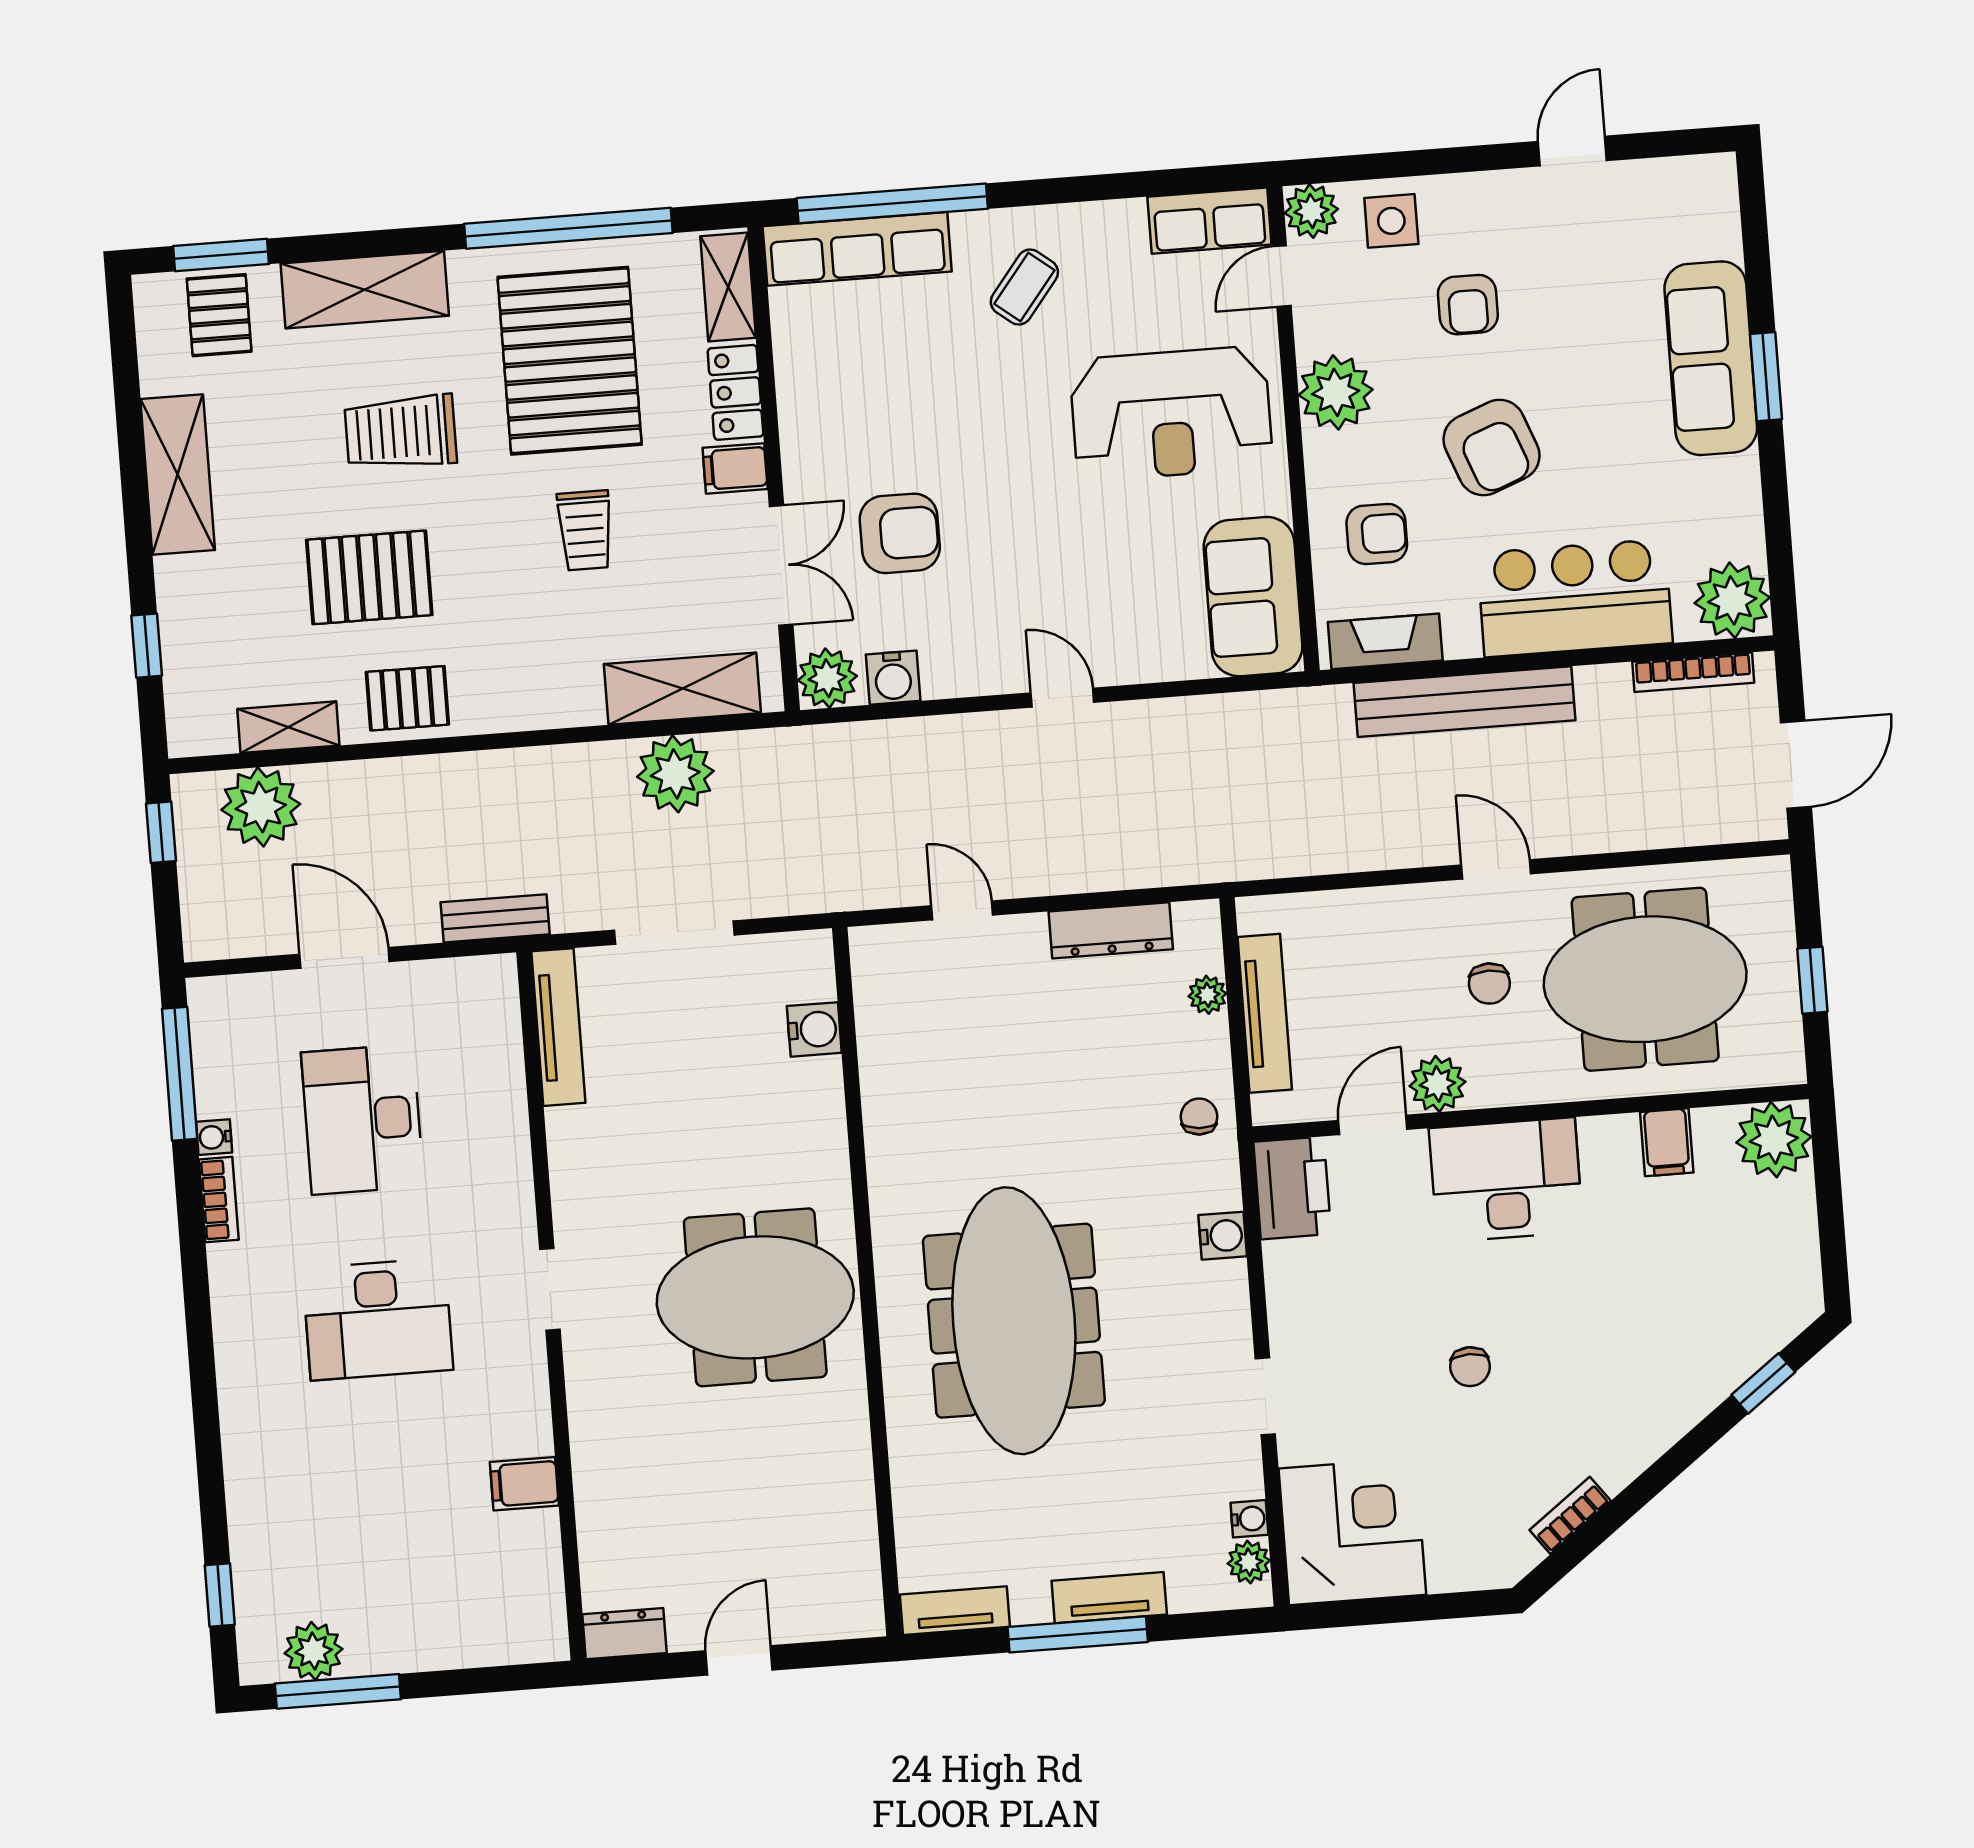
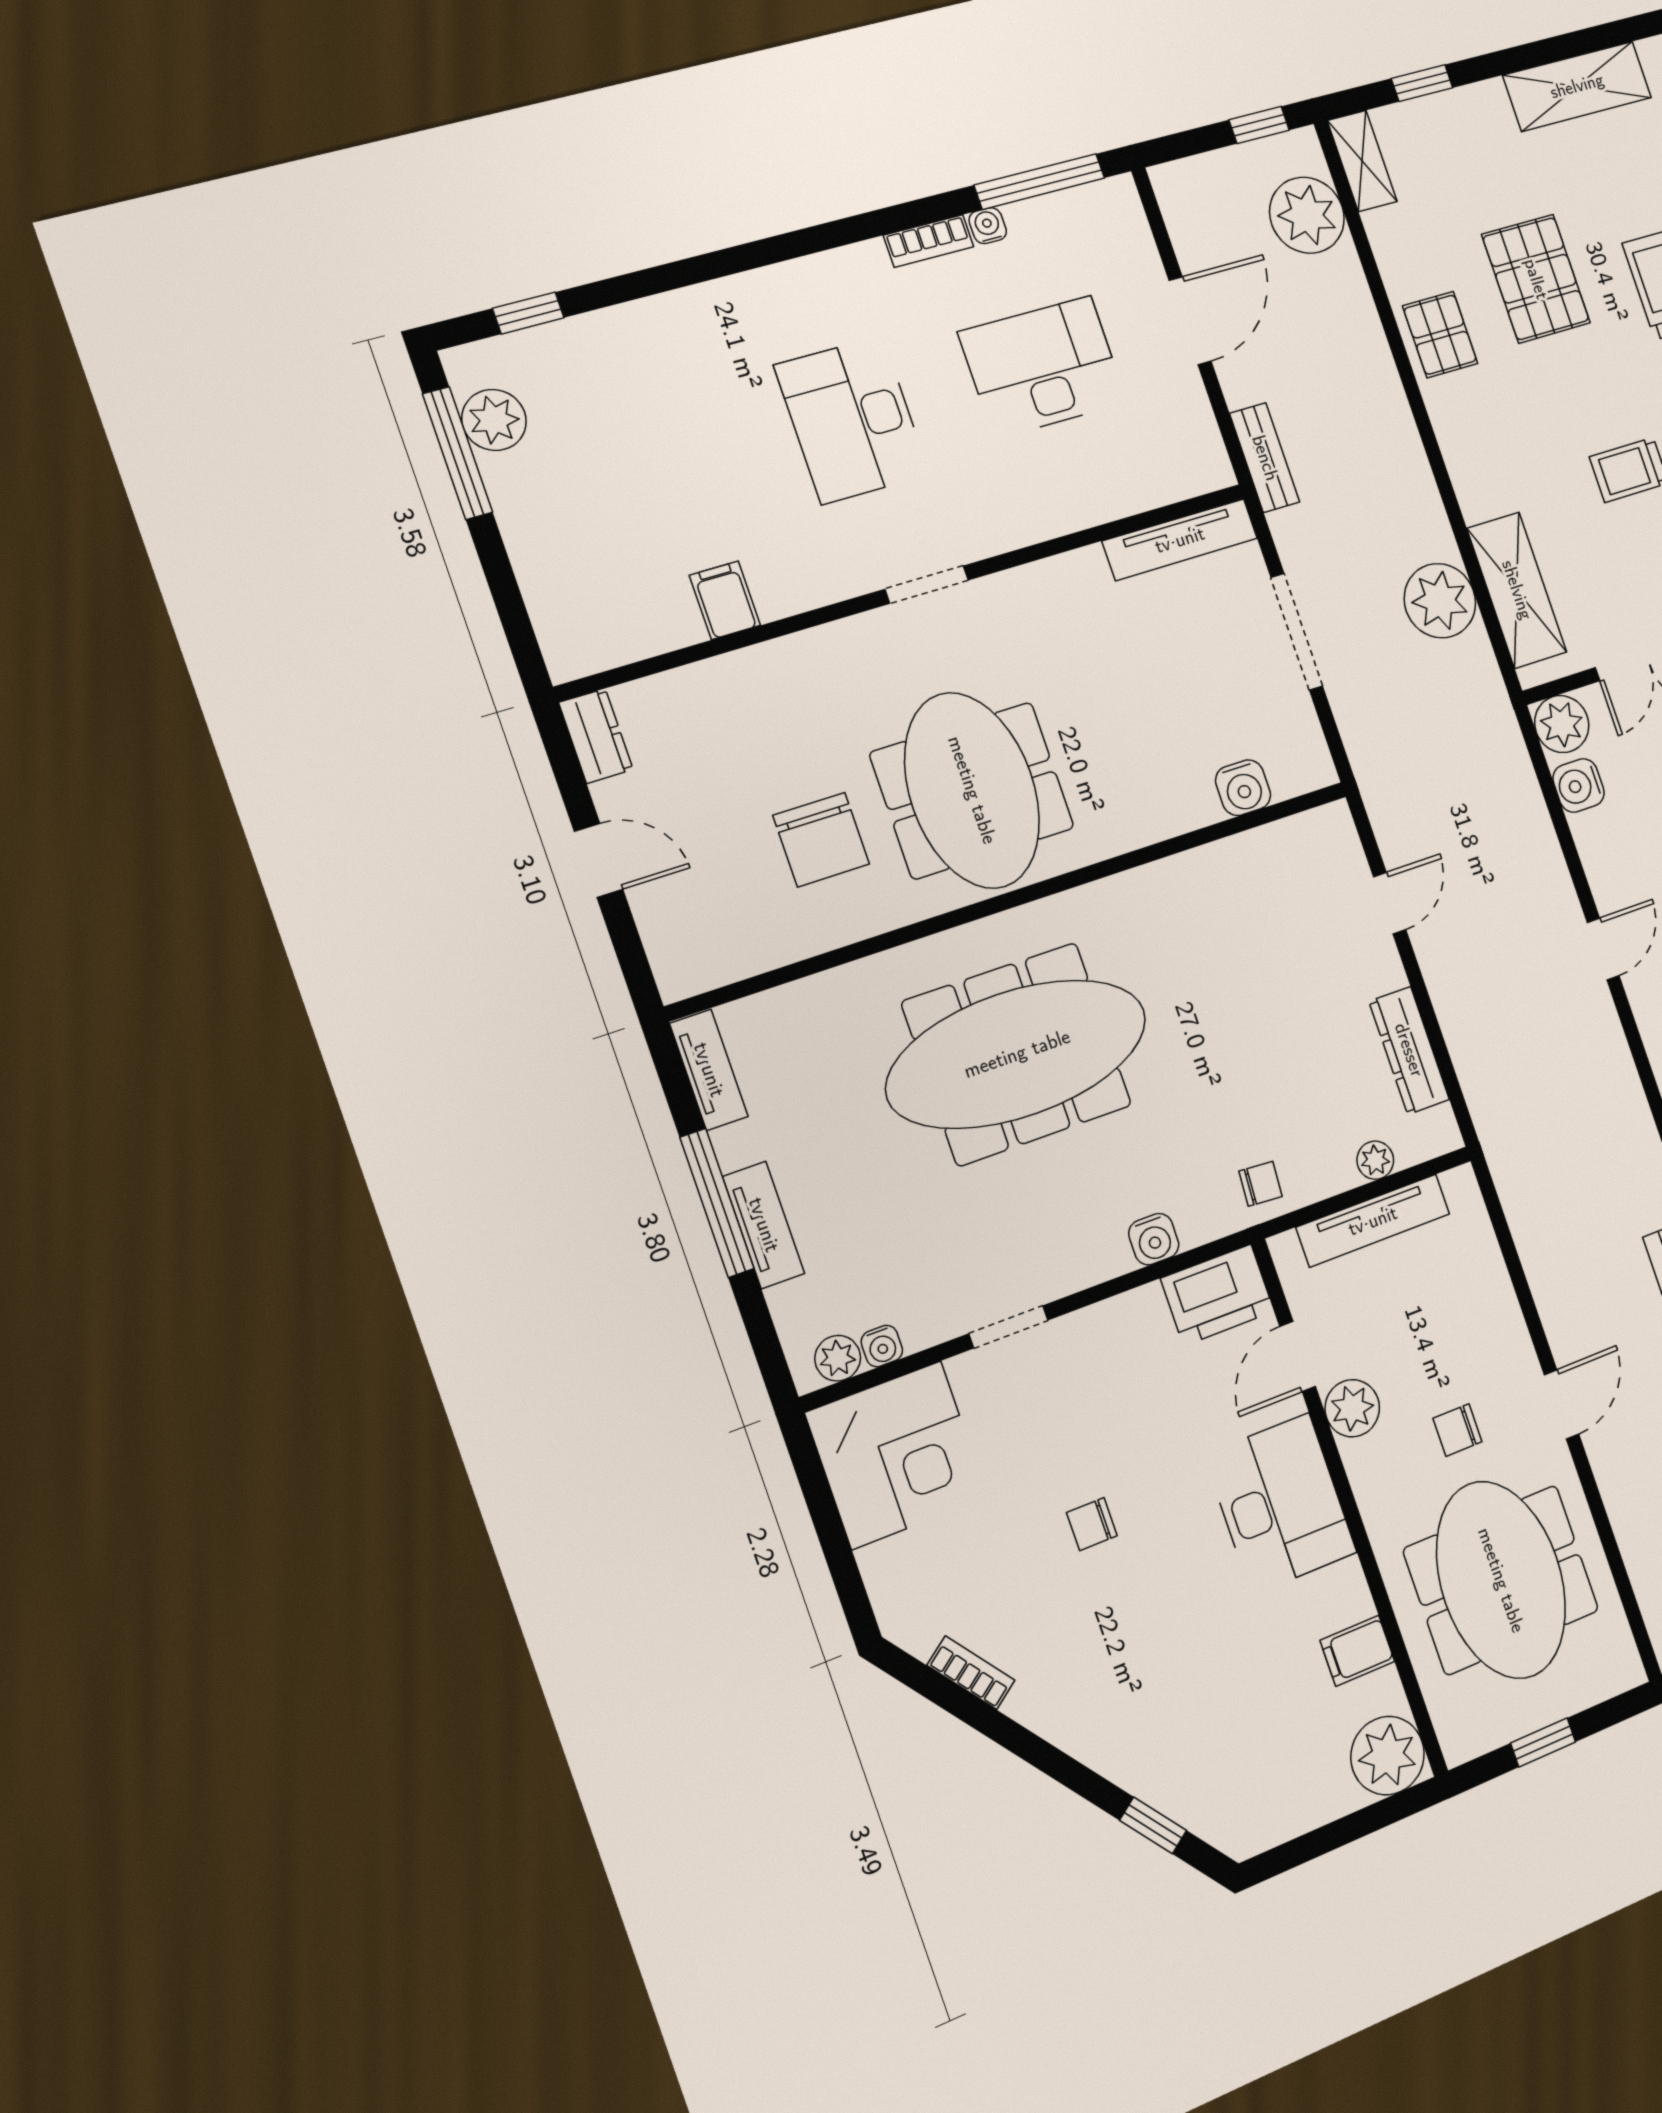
shelving: (288, 727) -> (1362, 161), moved
door: (1373, 1125) -> (1298, 1356), swing flipped
chair: (768, 1452) -> (821, 840), added

